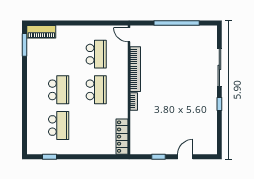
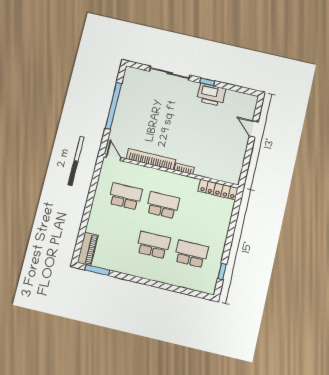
door: (129, 35) -> (114, 157), swing flipped
printer: (208, 111) -> (211, 95), added
window: (159, 157) -> (248, 157), removed

